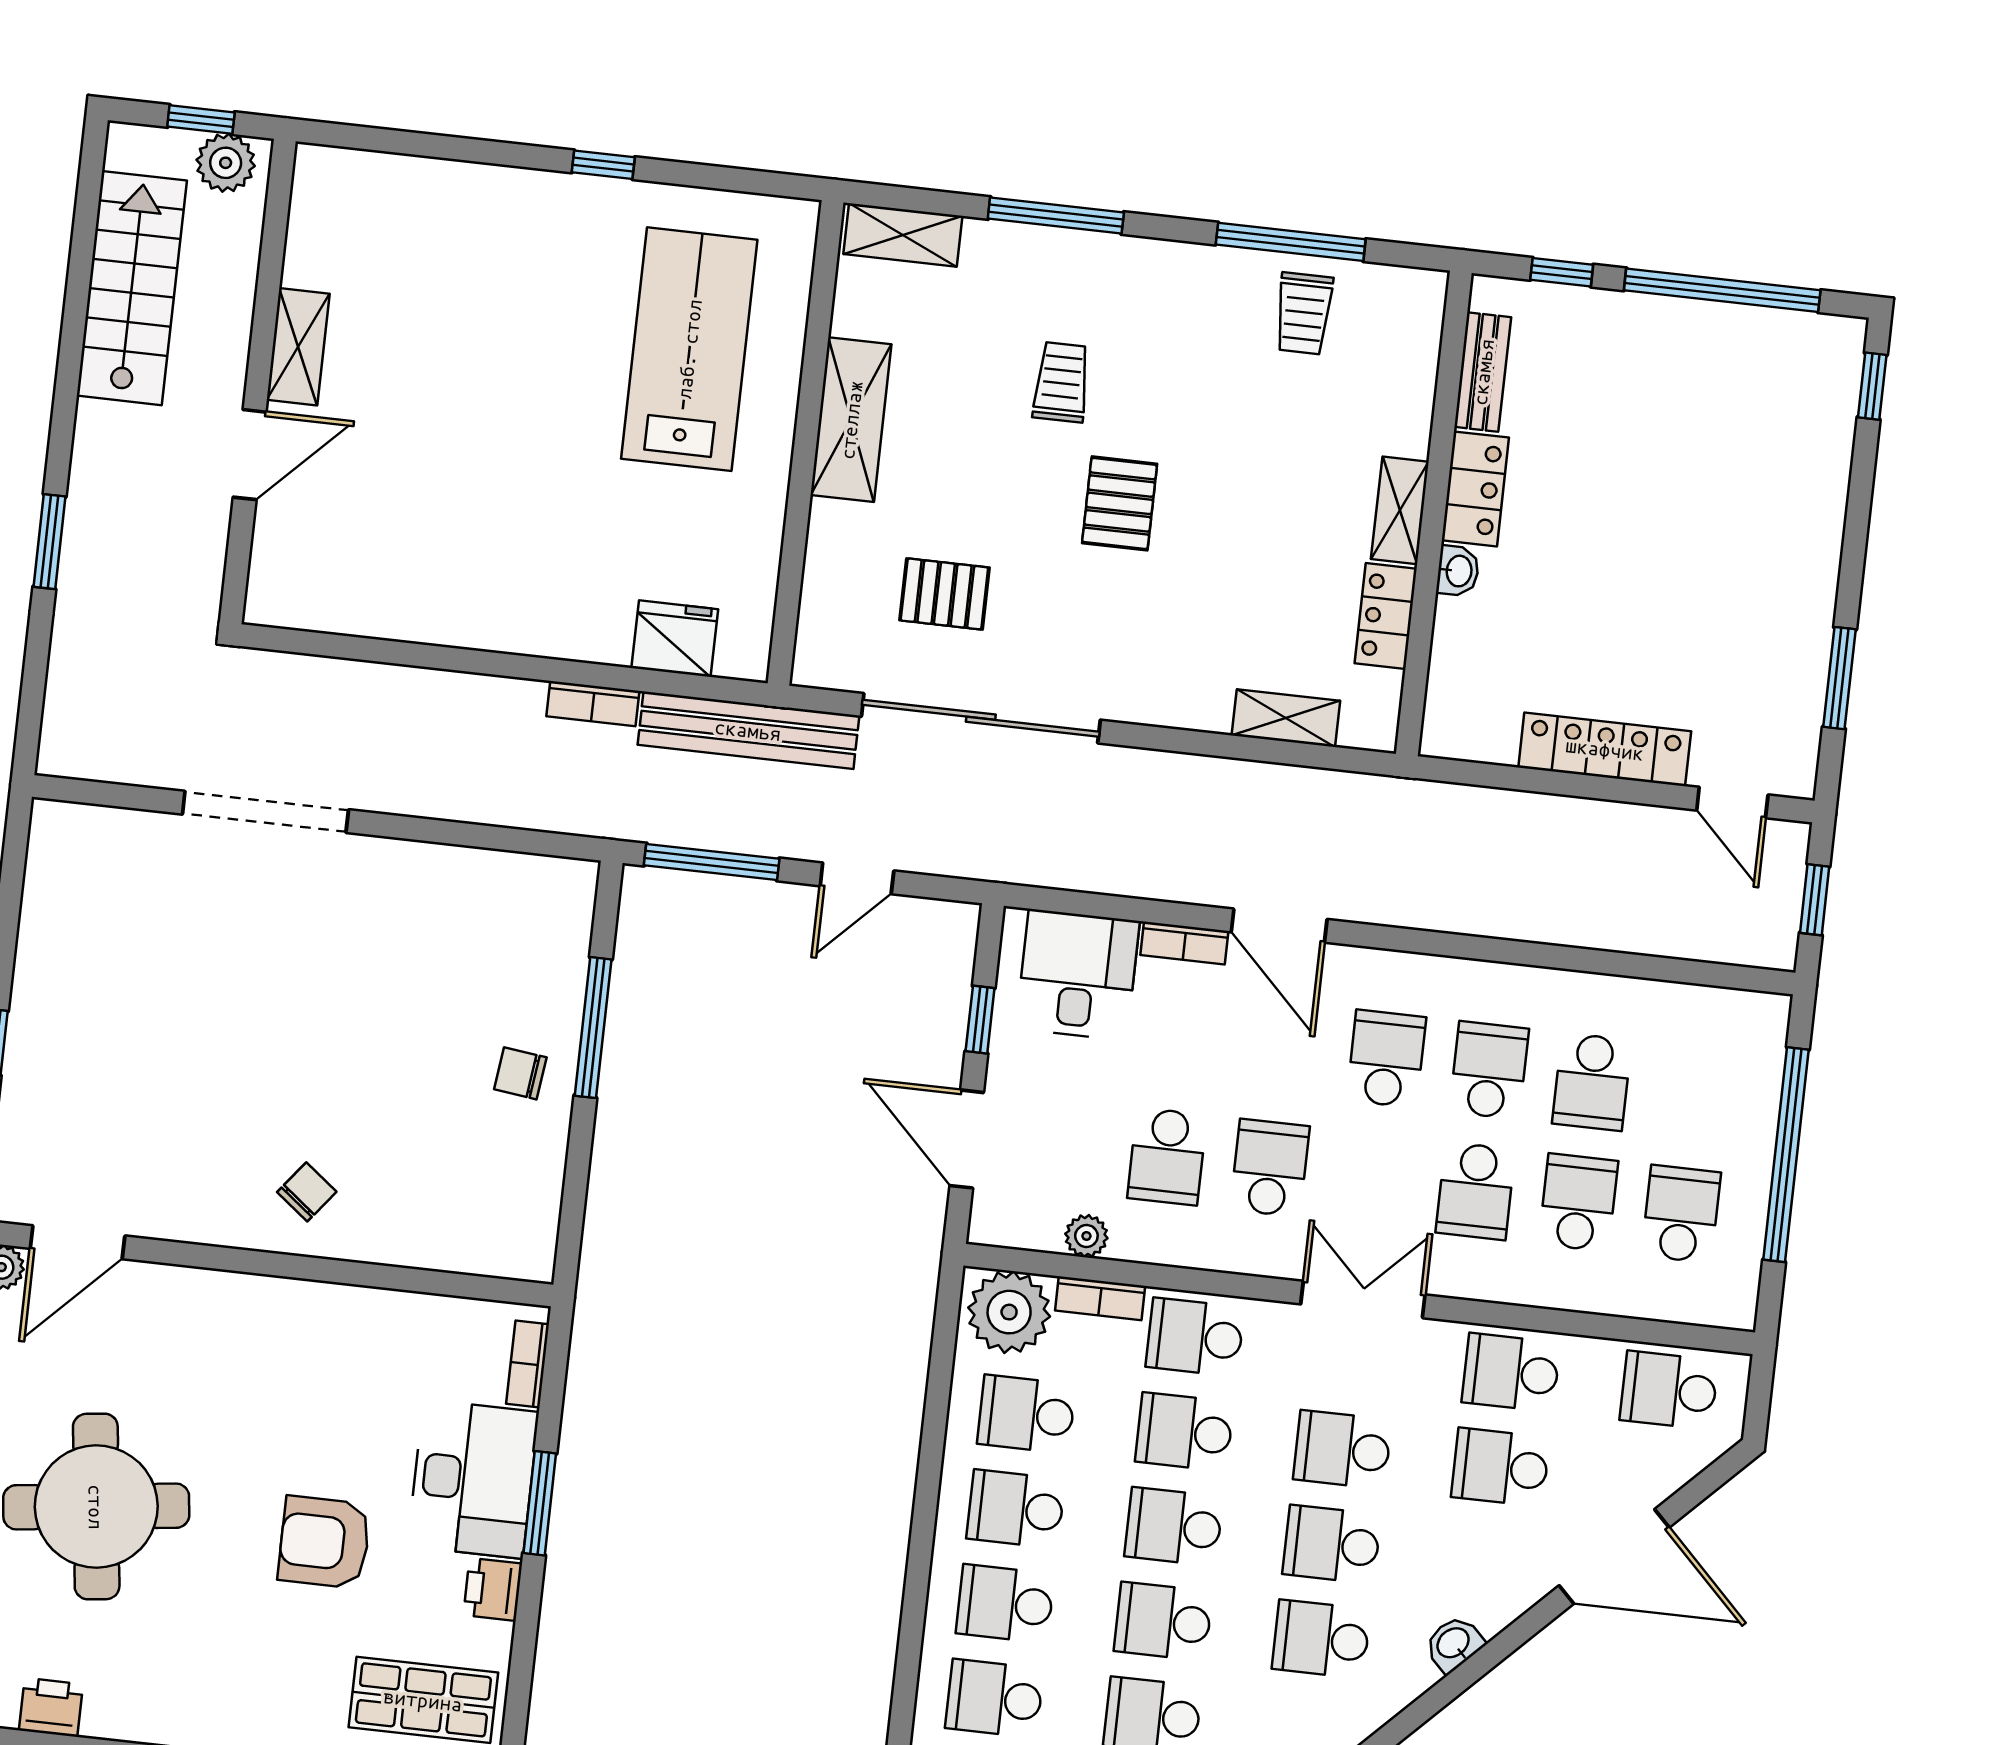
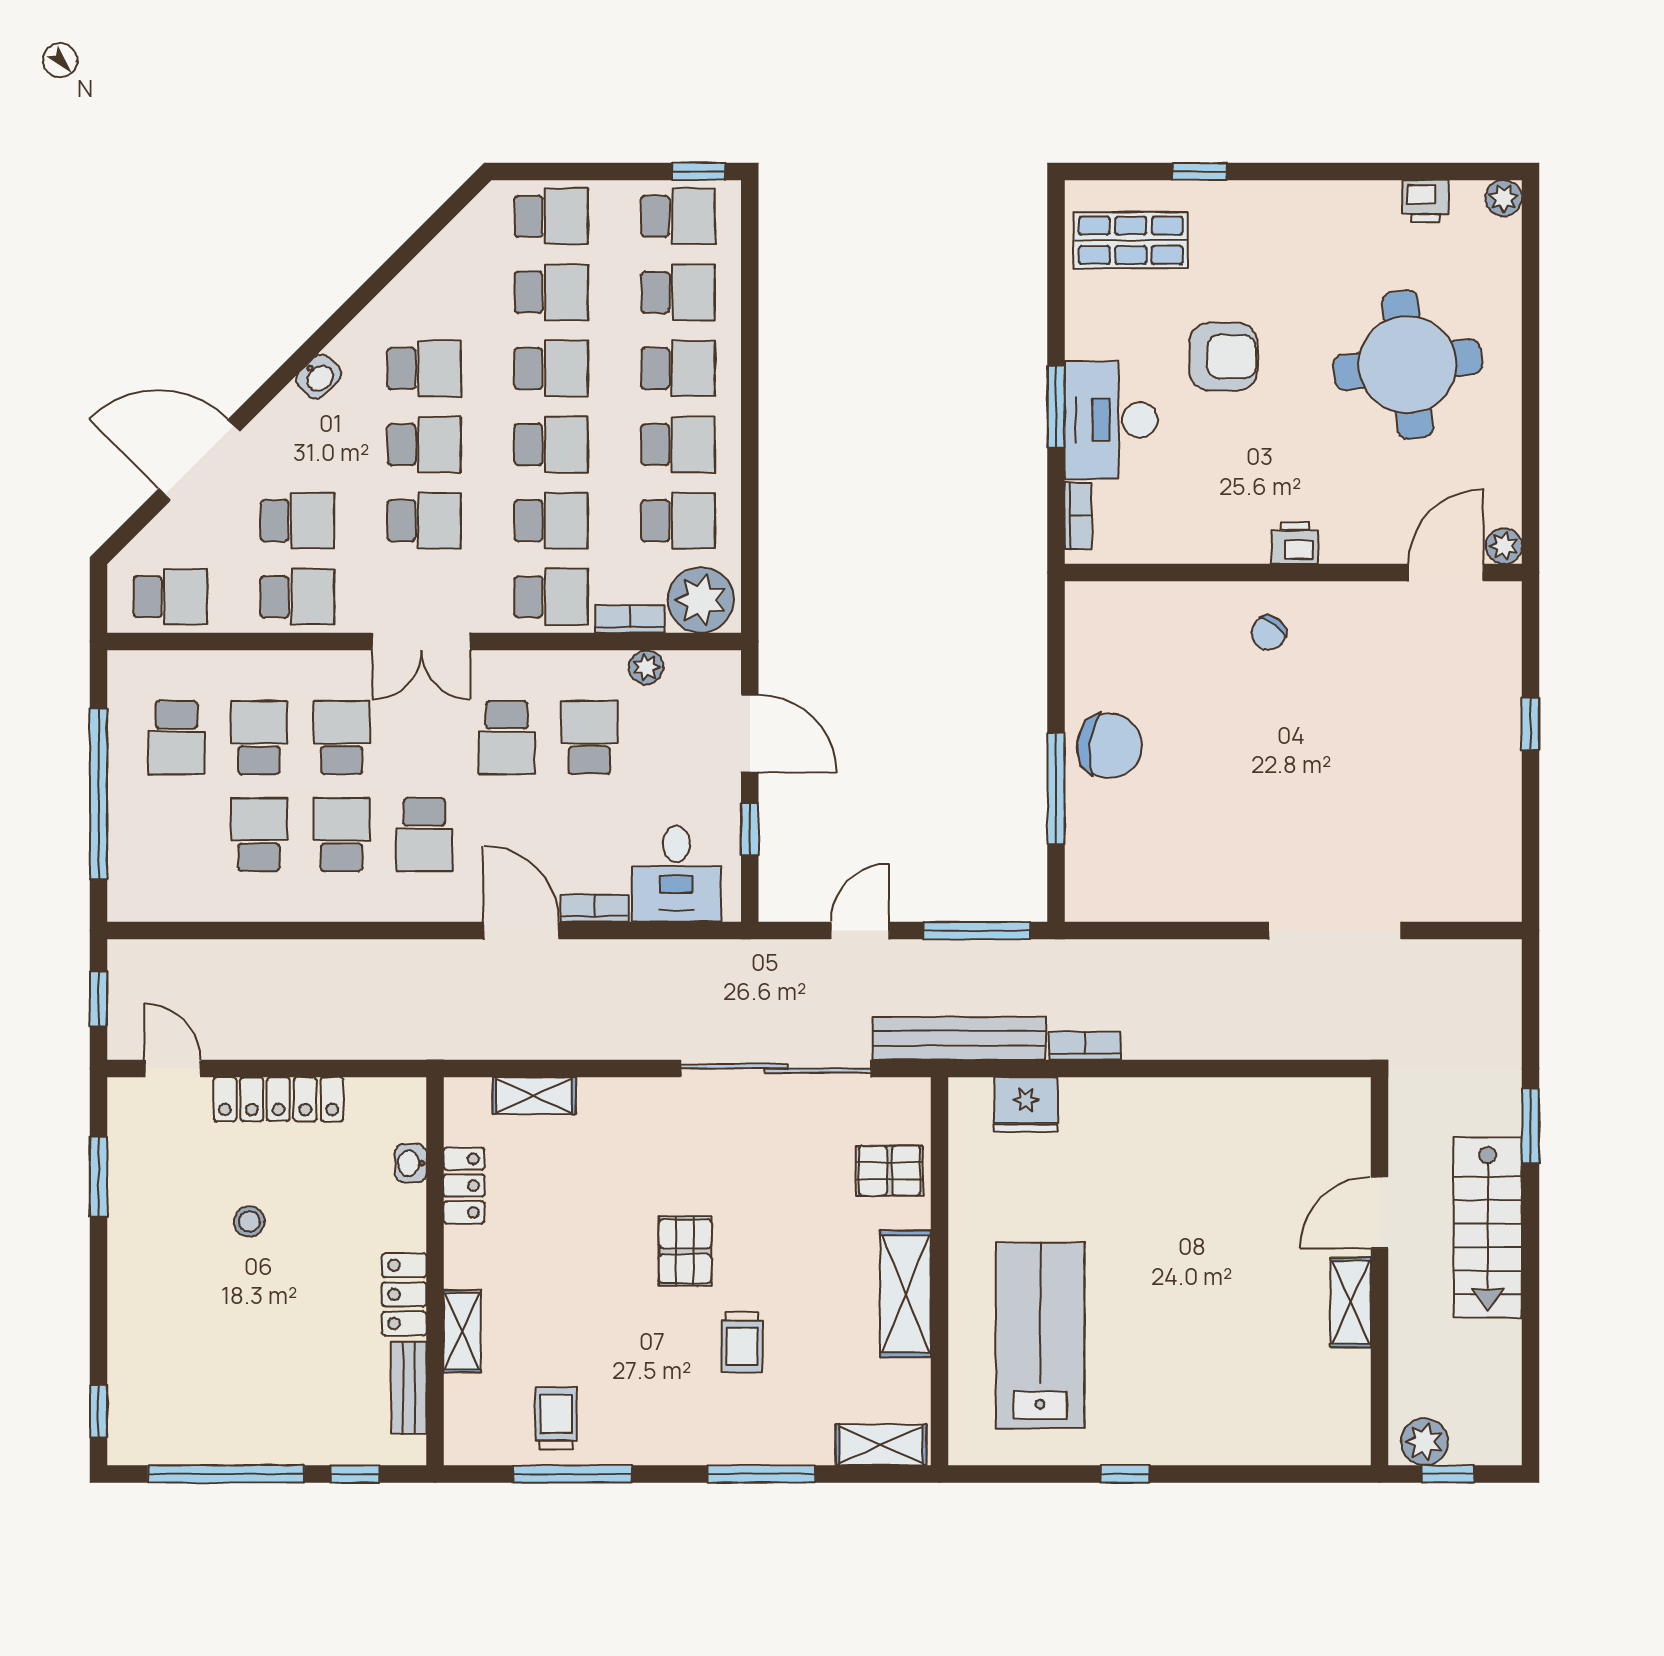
stairs: (132, 288) -> (1488, 1227), moved
lab bench: (689, 349) -> (1040, 1335), turned 180
shelving: (1400, 510) -> (462, 1331), moved
washbasin: (1458, 571) -> (411, 1163), moved
pallet: (944, 594) -> (890, 1171), moved
stool: (1658, 601) -> (249, 1221), added
school desk: (1489, 1070) -> (342, 835), turned 180
chair: (520, 1073) -> (1110, 746), width x1.87, depth x1.87
school desk: (1578, 1203) -> (259, 738), turned 180
printer: (493, 1589) -> (1295, 543), moved, turned -90

